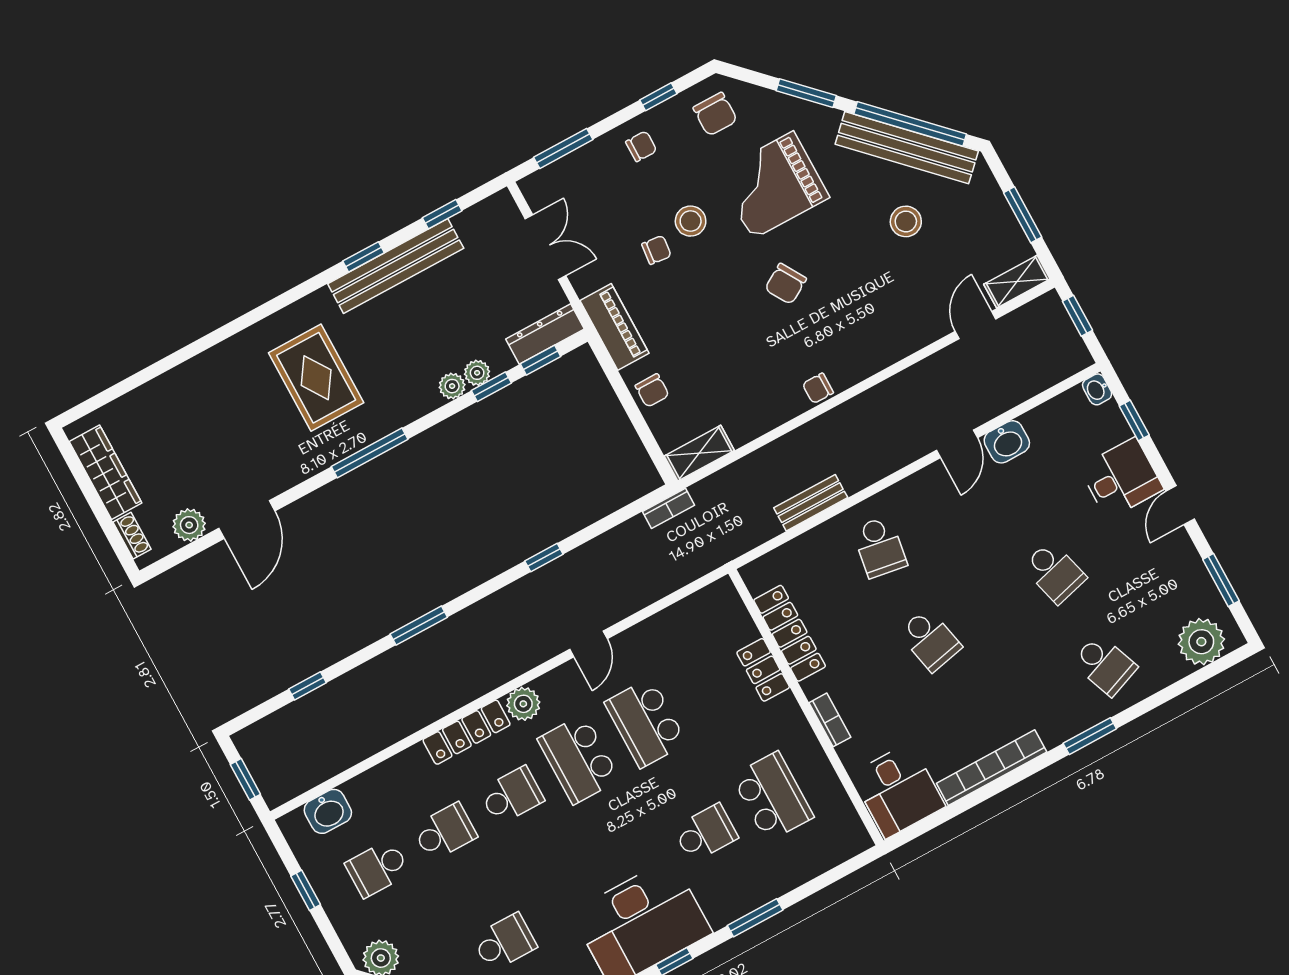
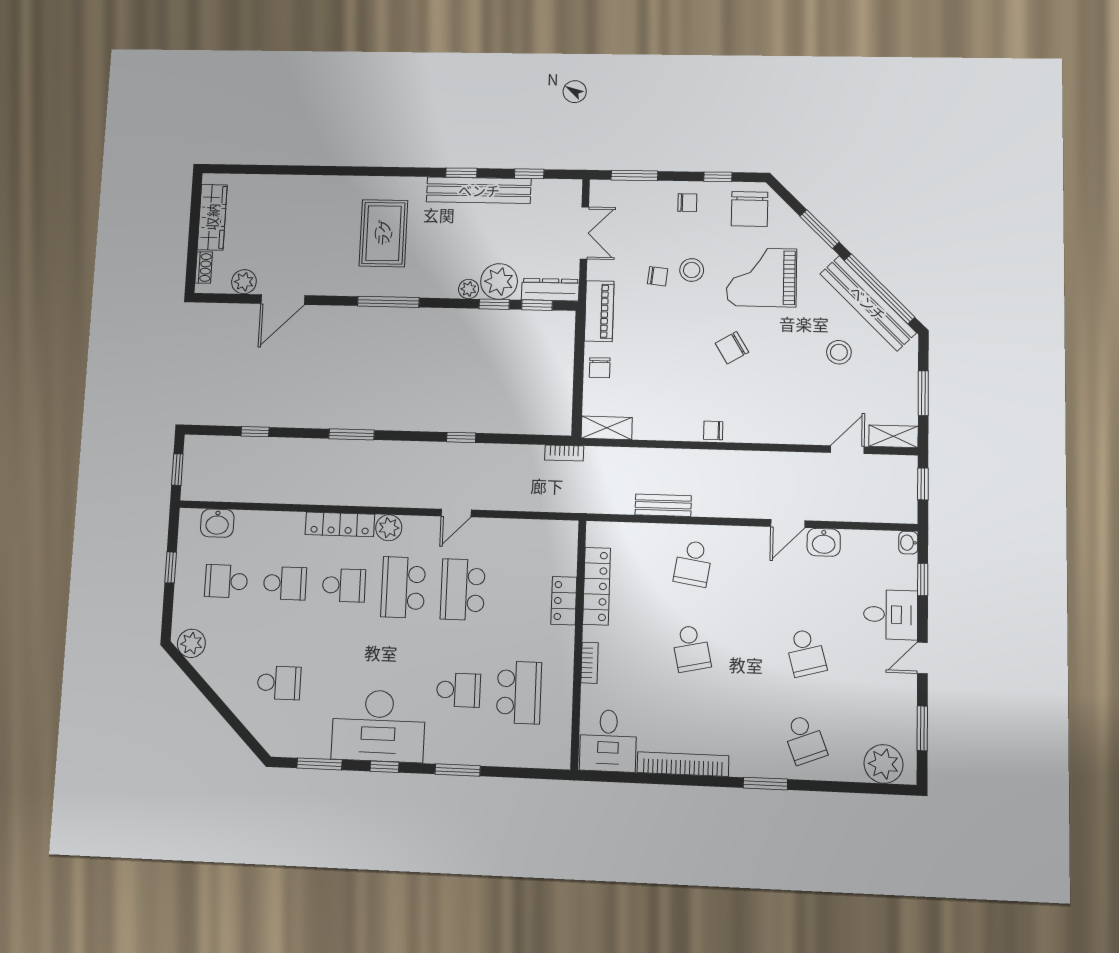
chair: (715, 114) -> (750, 209), width x1.37, depth x1.37
plant: (477, 373) -> (499, 281), width x1.88, depth x1.88

